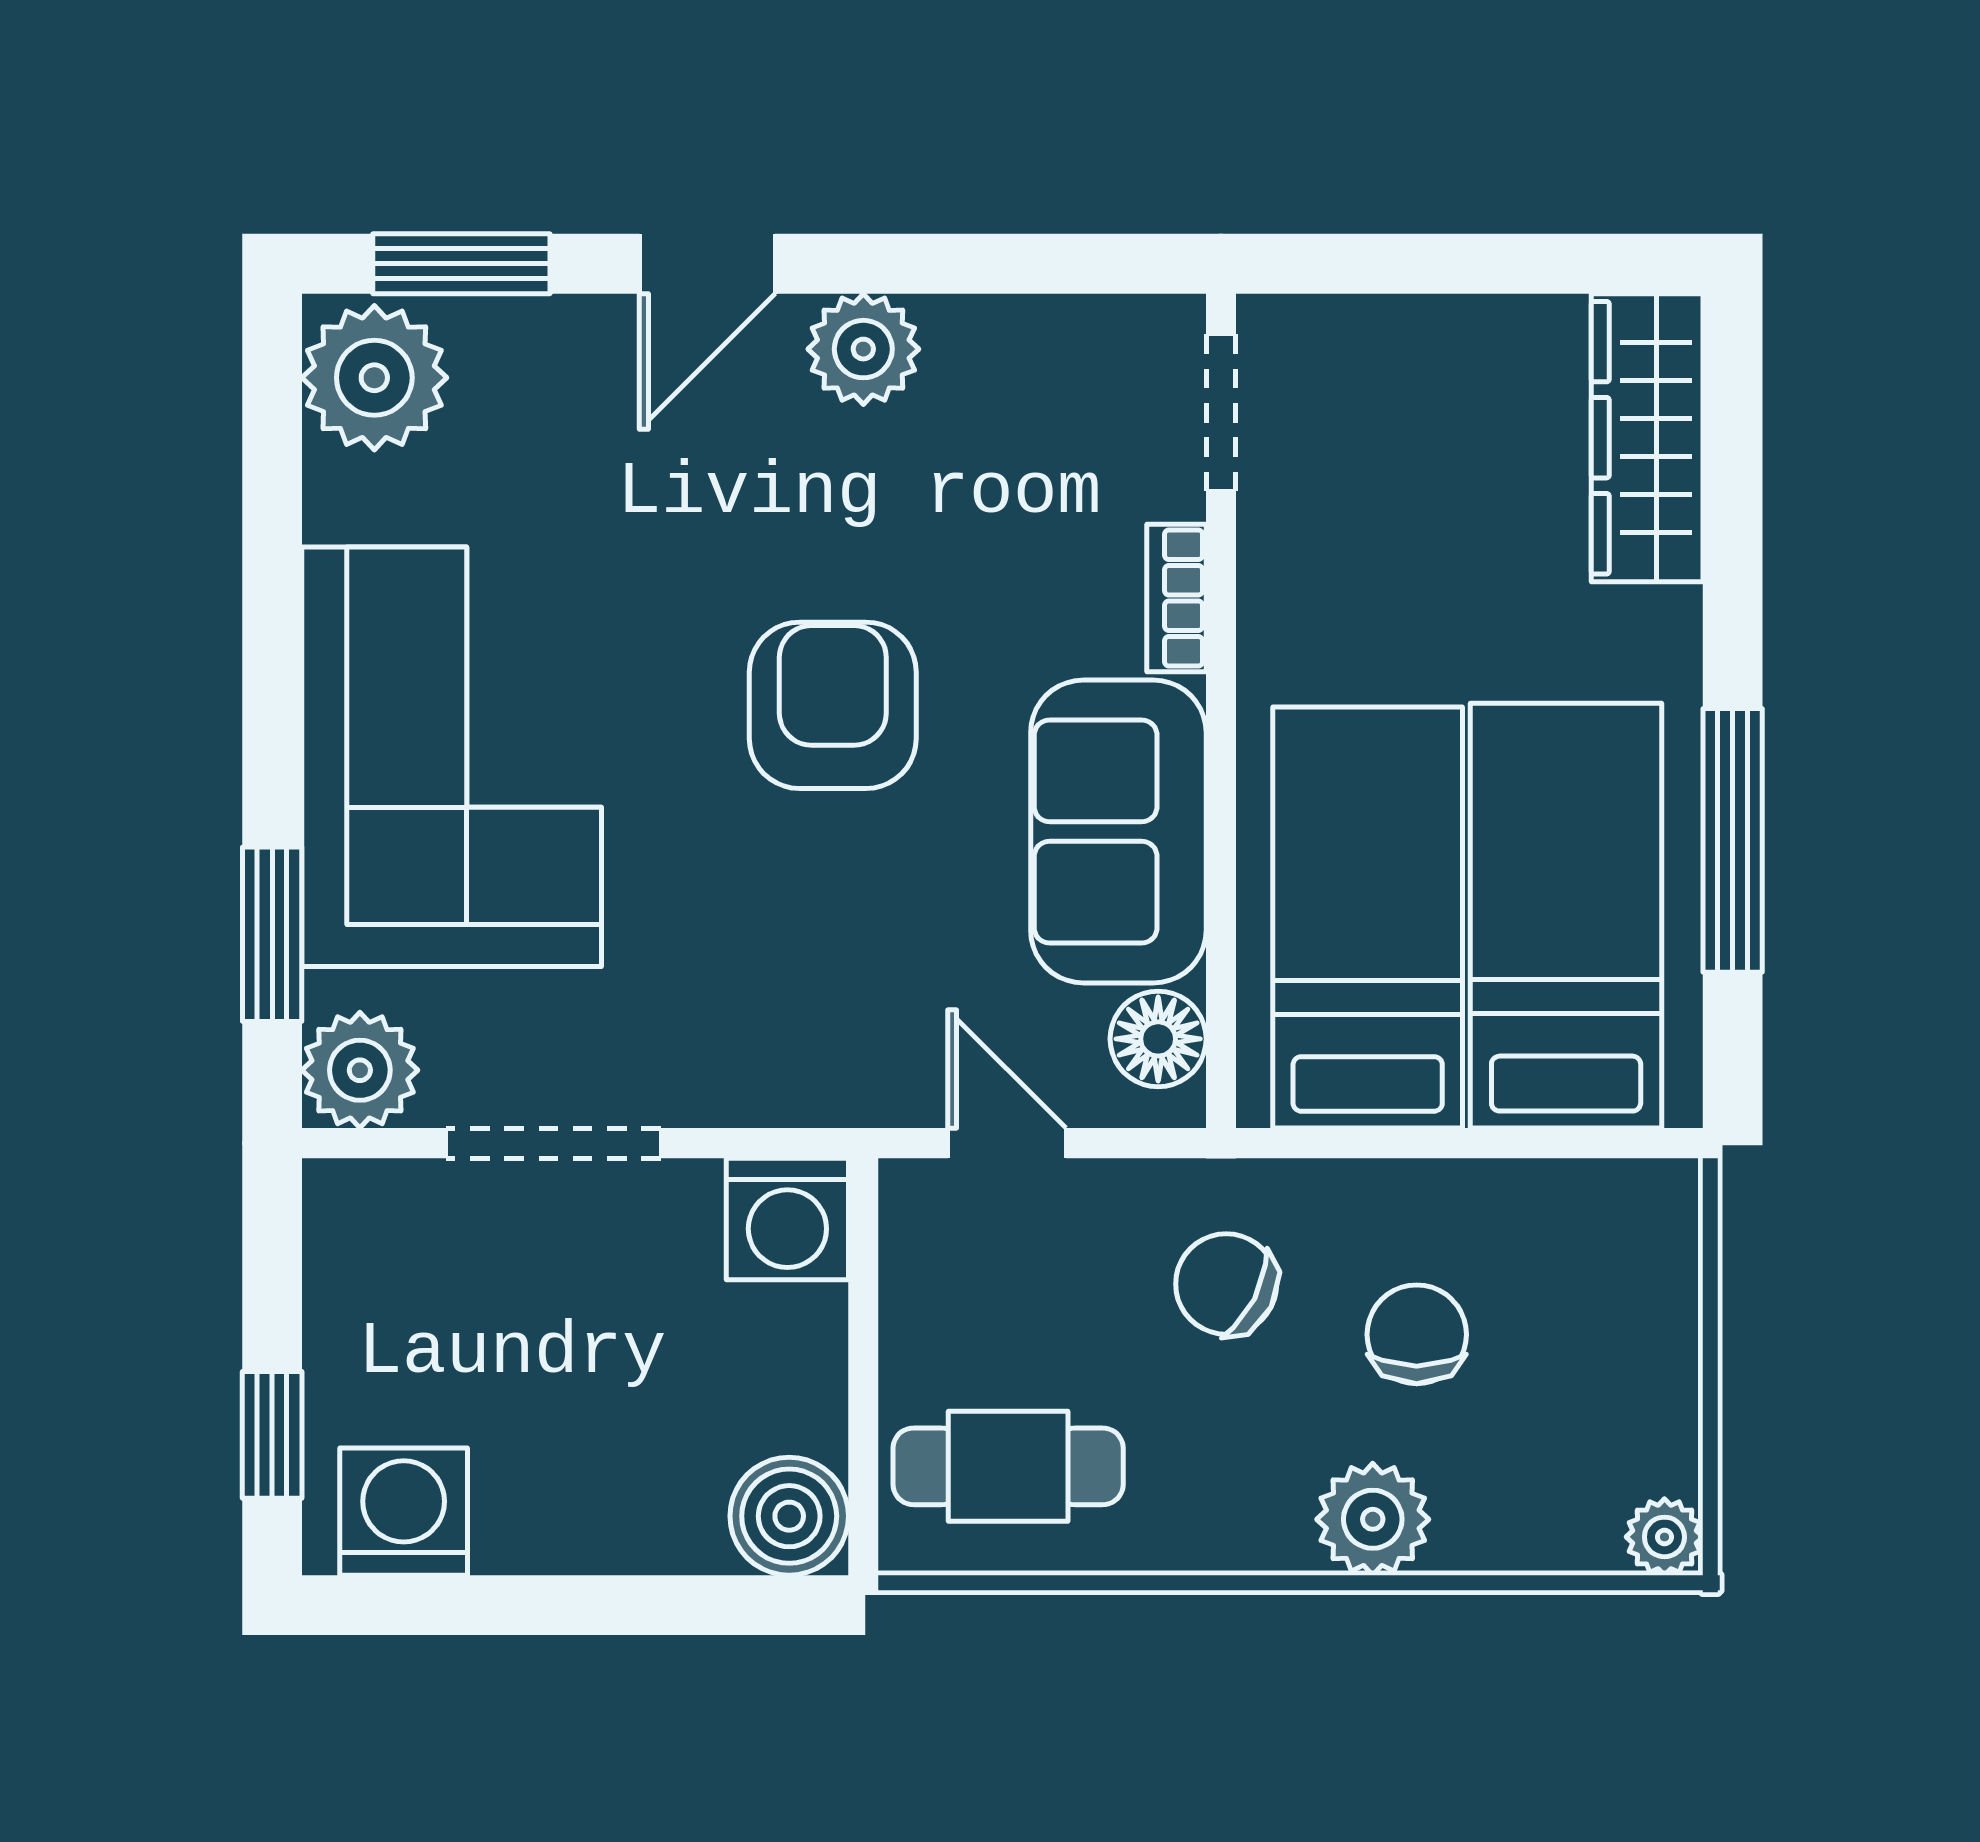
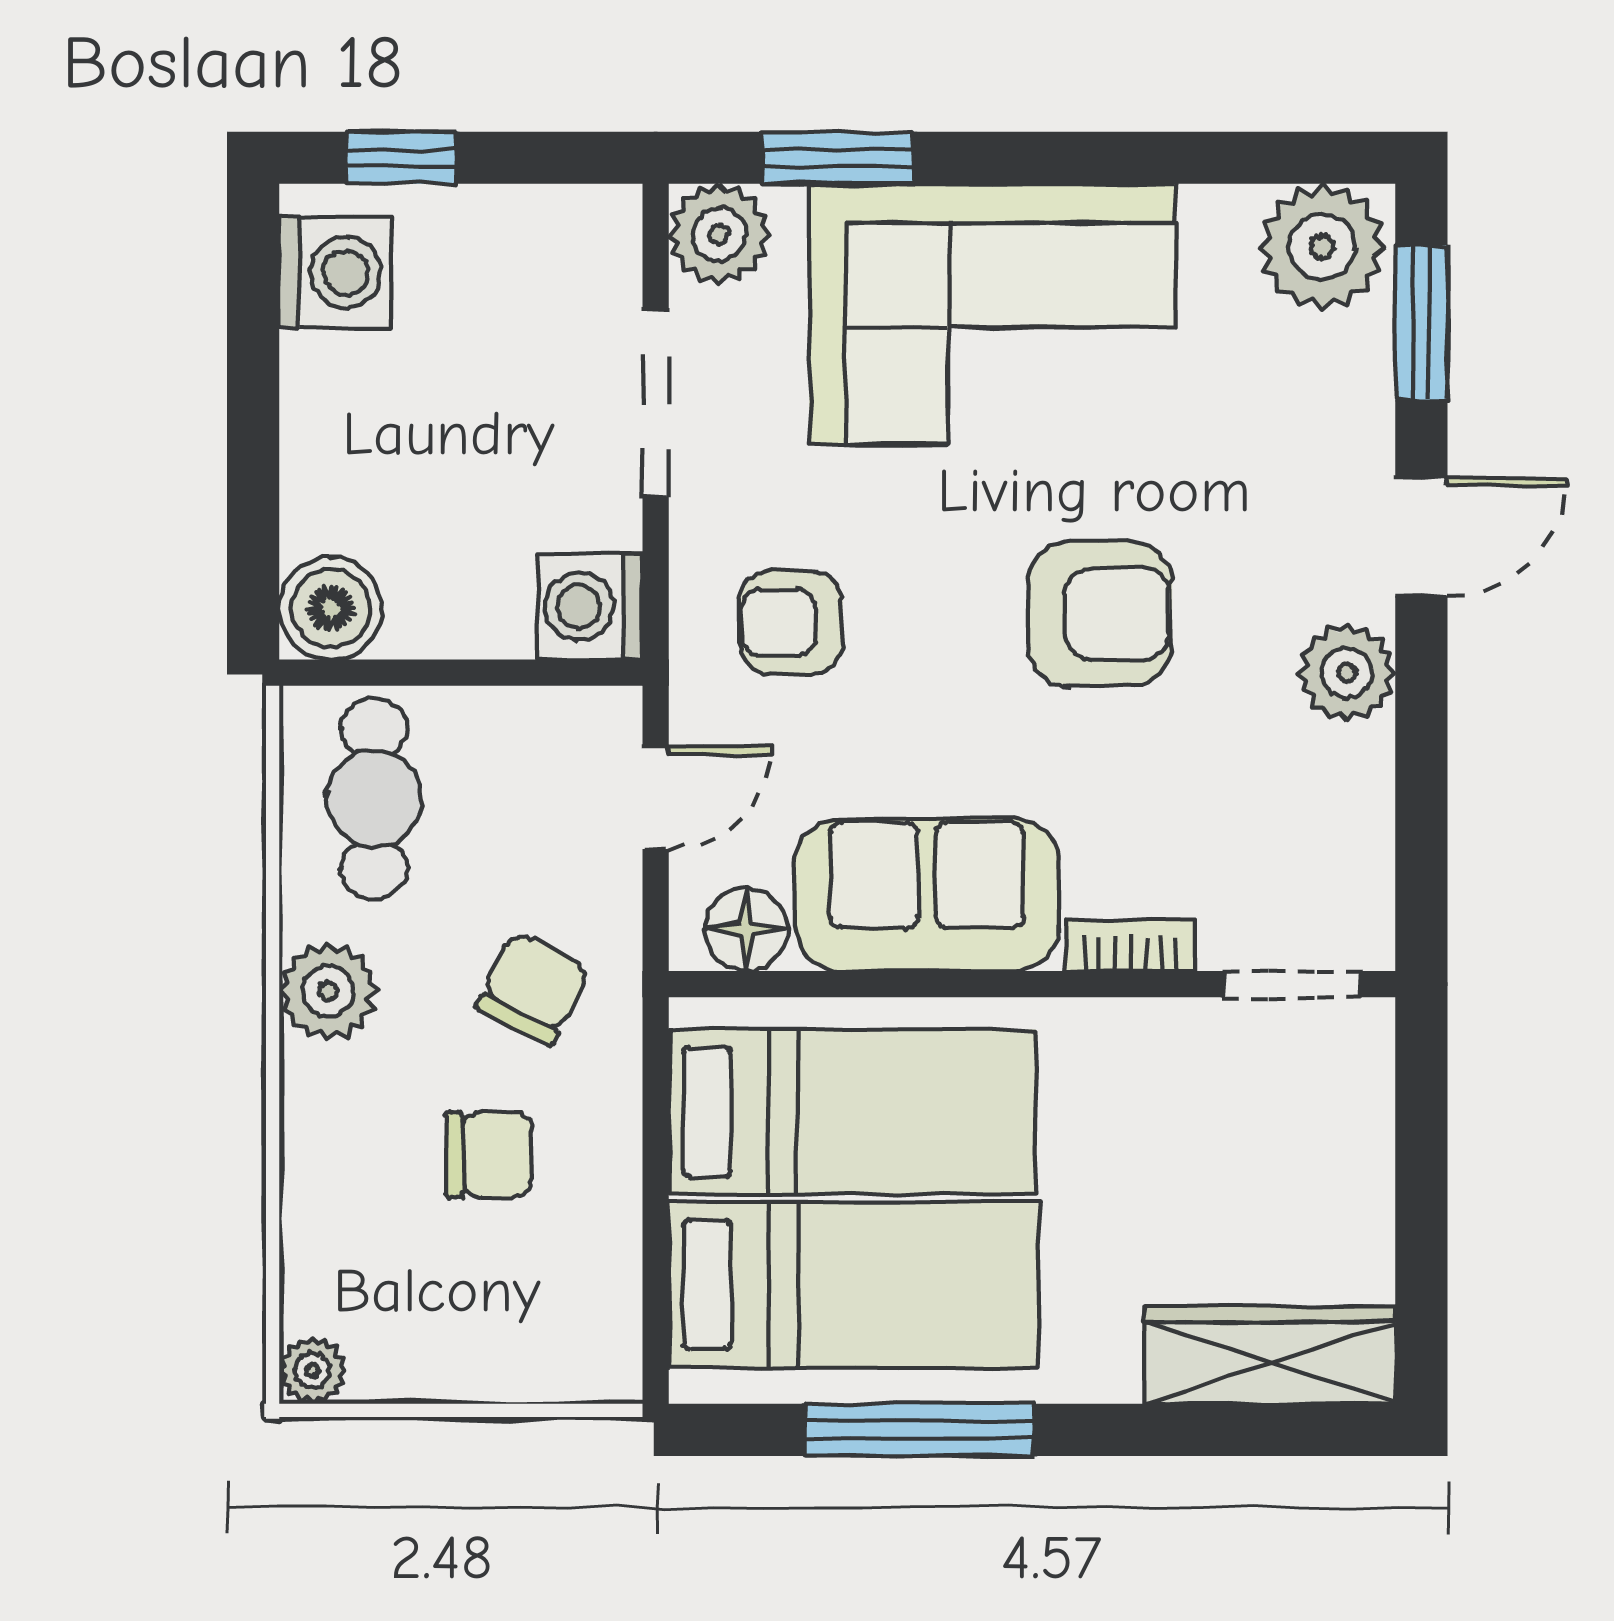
door: (707, 264) -> (1421, 537), swing flipped
armchair: (833, 705) -> (1100, 614), moved
armchair: (806, 988) -> (791, 623), added
plant: (1373, 1519) -> (328, 991), moved

